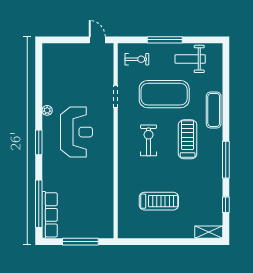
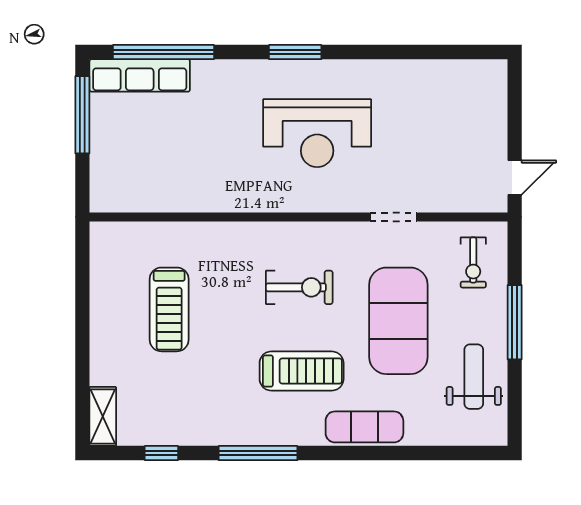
plant: (47, 110) -> (363, 70), removed
window: (80, 242) -> (82, 115), moved

